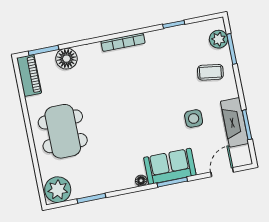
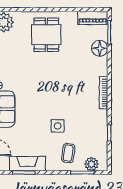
side table: (194, 119) -> (58, 126), moved
dining table: (63, 131) -> (46, 35), width x0.73

